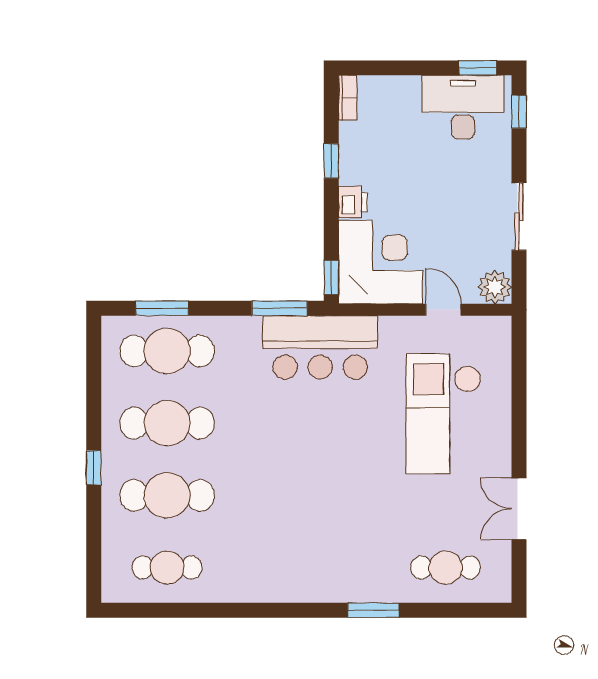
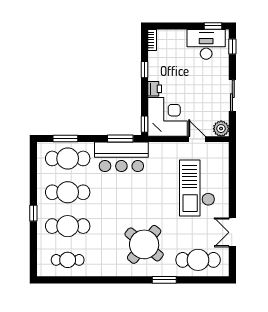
bar counter: (320, 347) -> (121, 157), moved
round table: (330, 535) -> (144, 244), added
cafe table: (446, 568) -> (198, 260), width x1.37, depth x1.35

